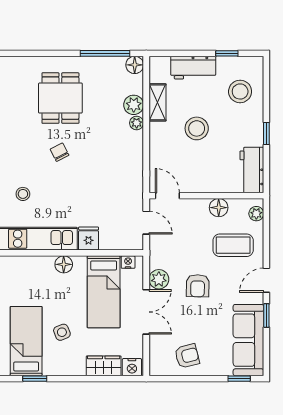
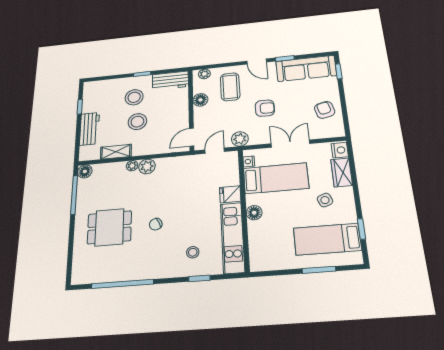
stool: (240, 91) -> (134, 97), moved
plant: (134, 105) -> (147, 166), moved
plant: (159, 279) -> (240, 139), moved
side table: (62, 332) -> (325, 200), moved

